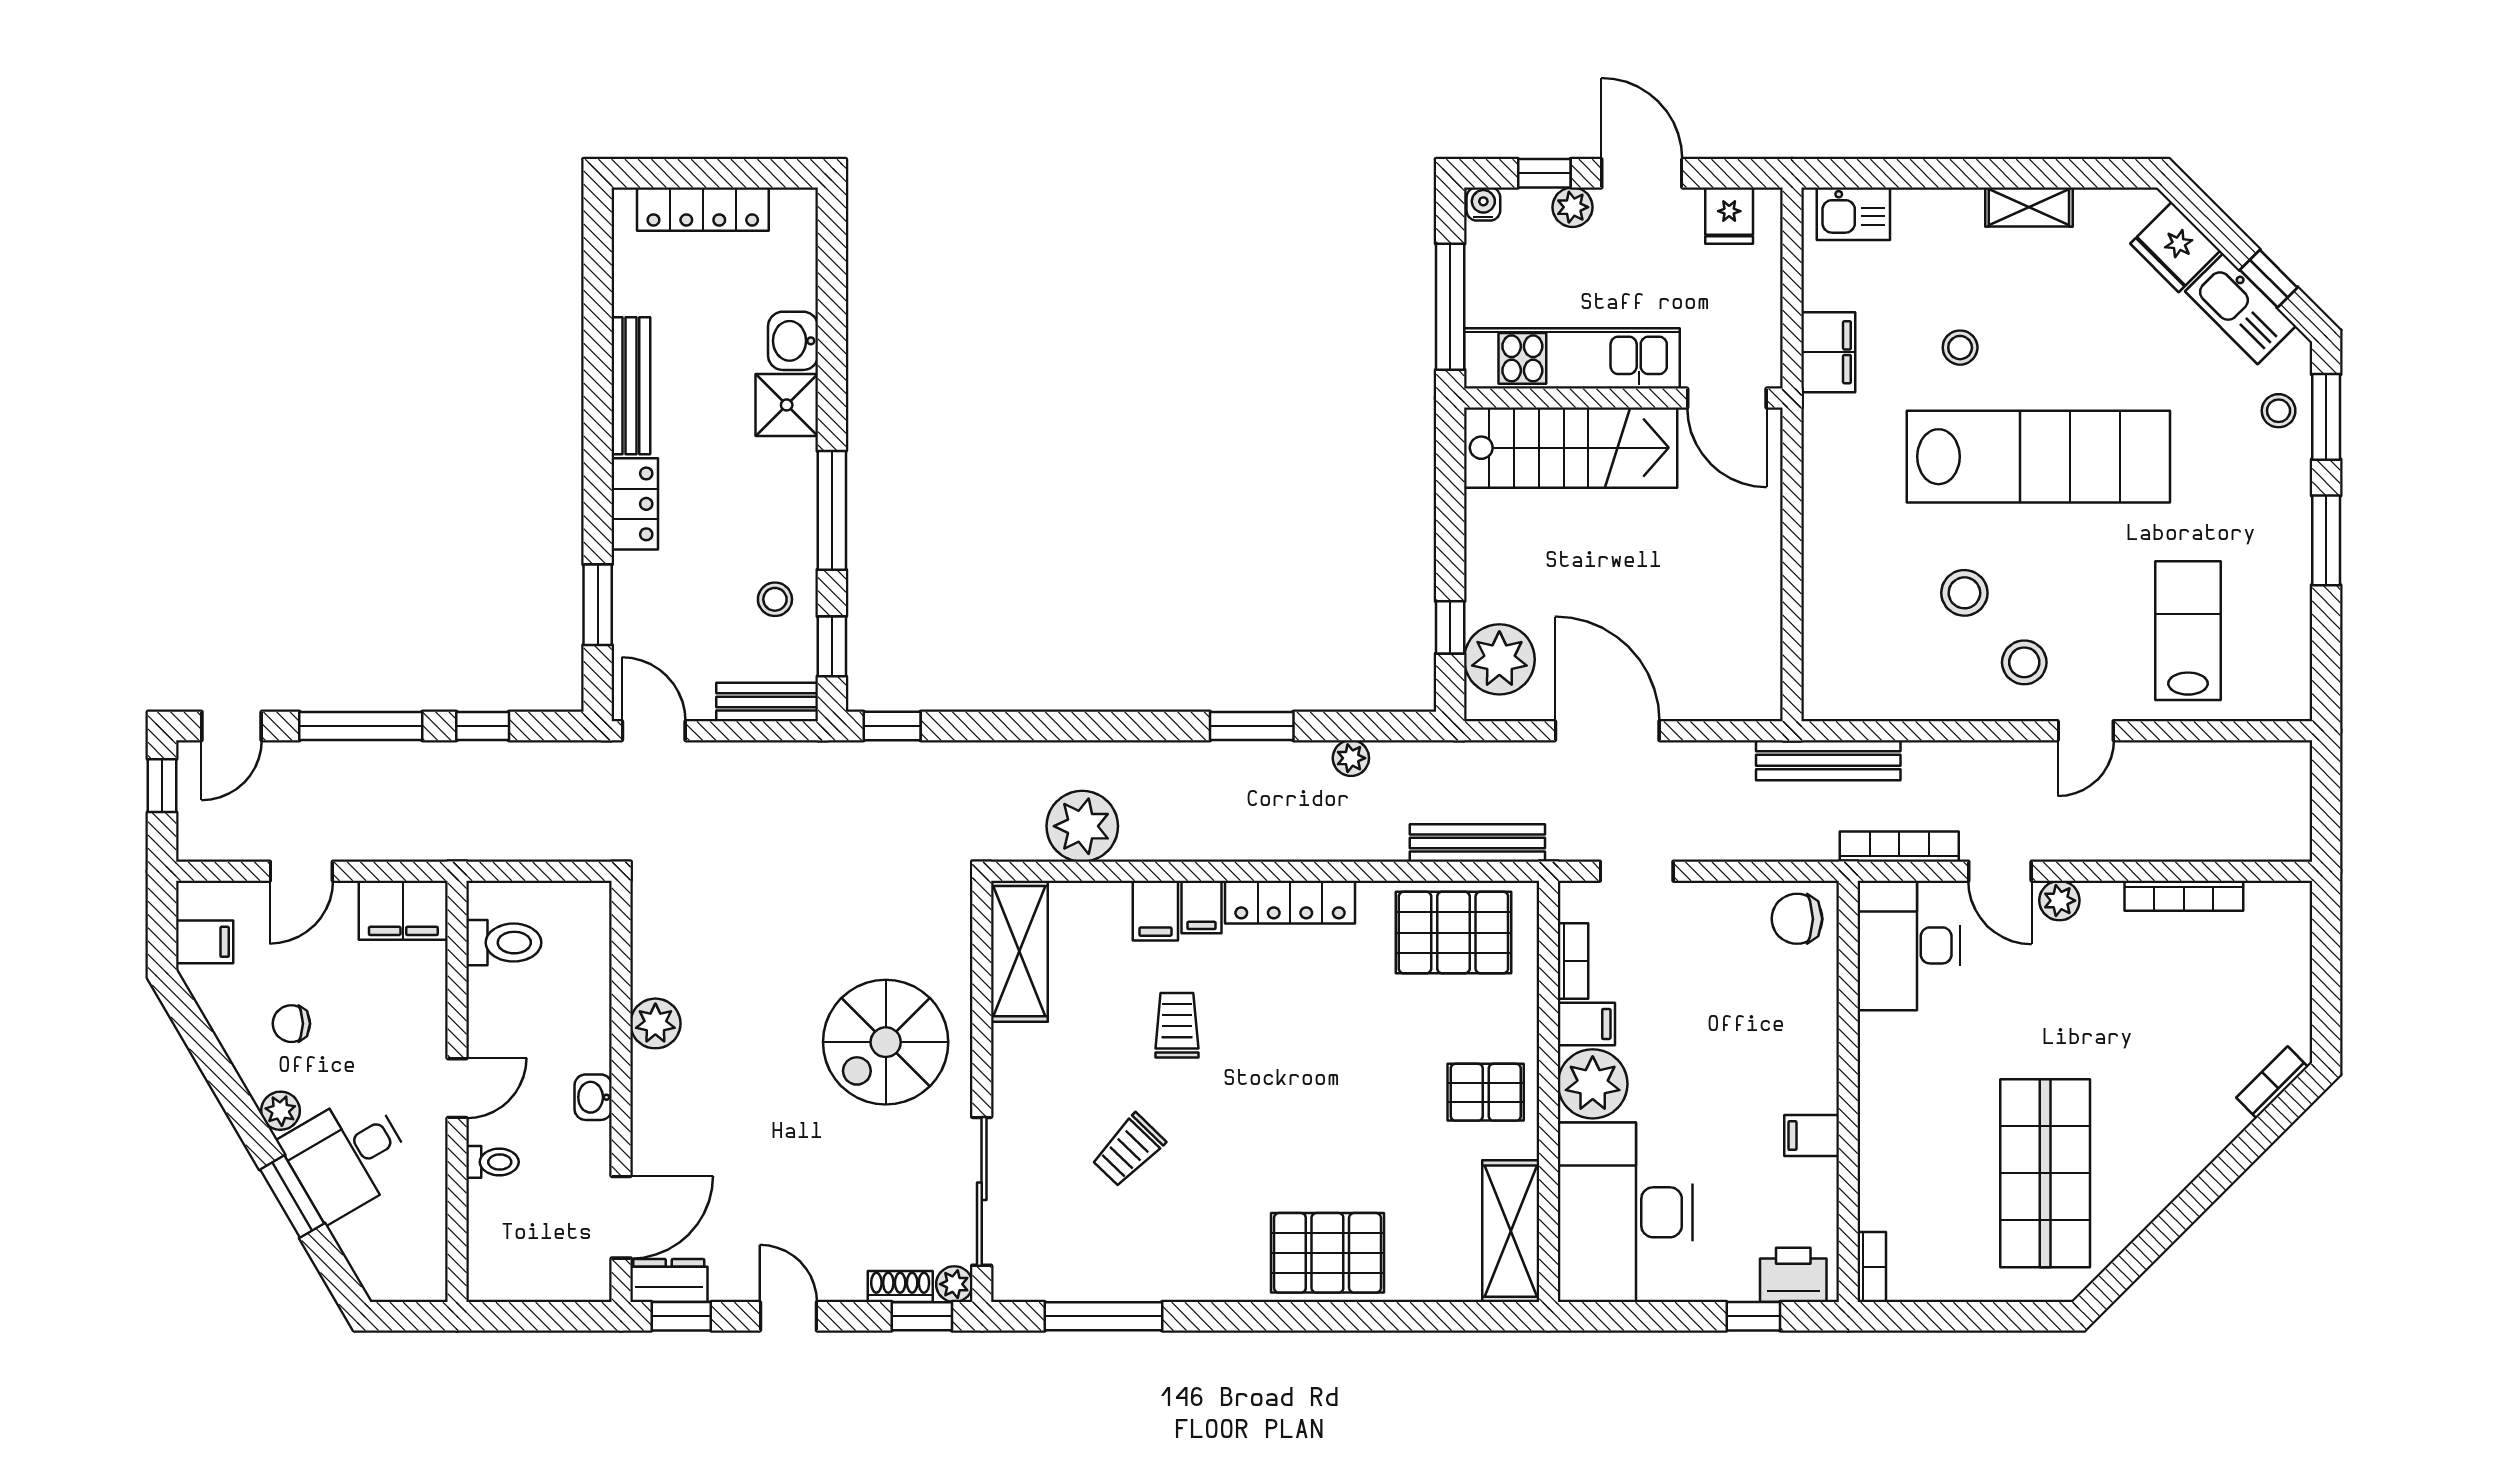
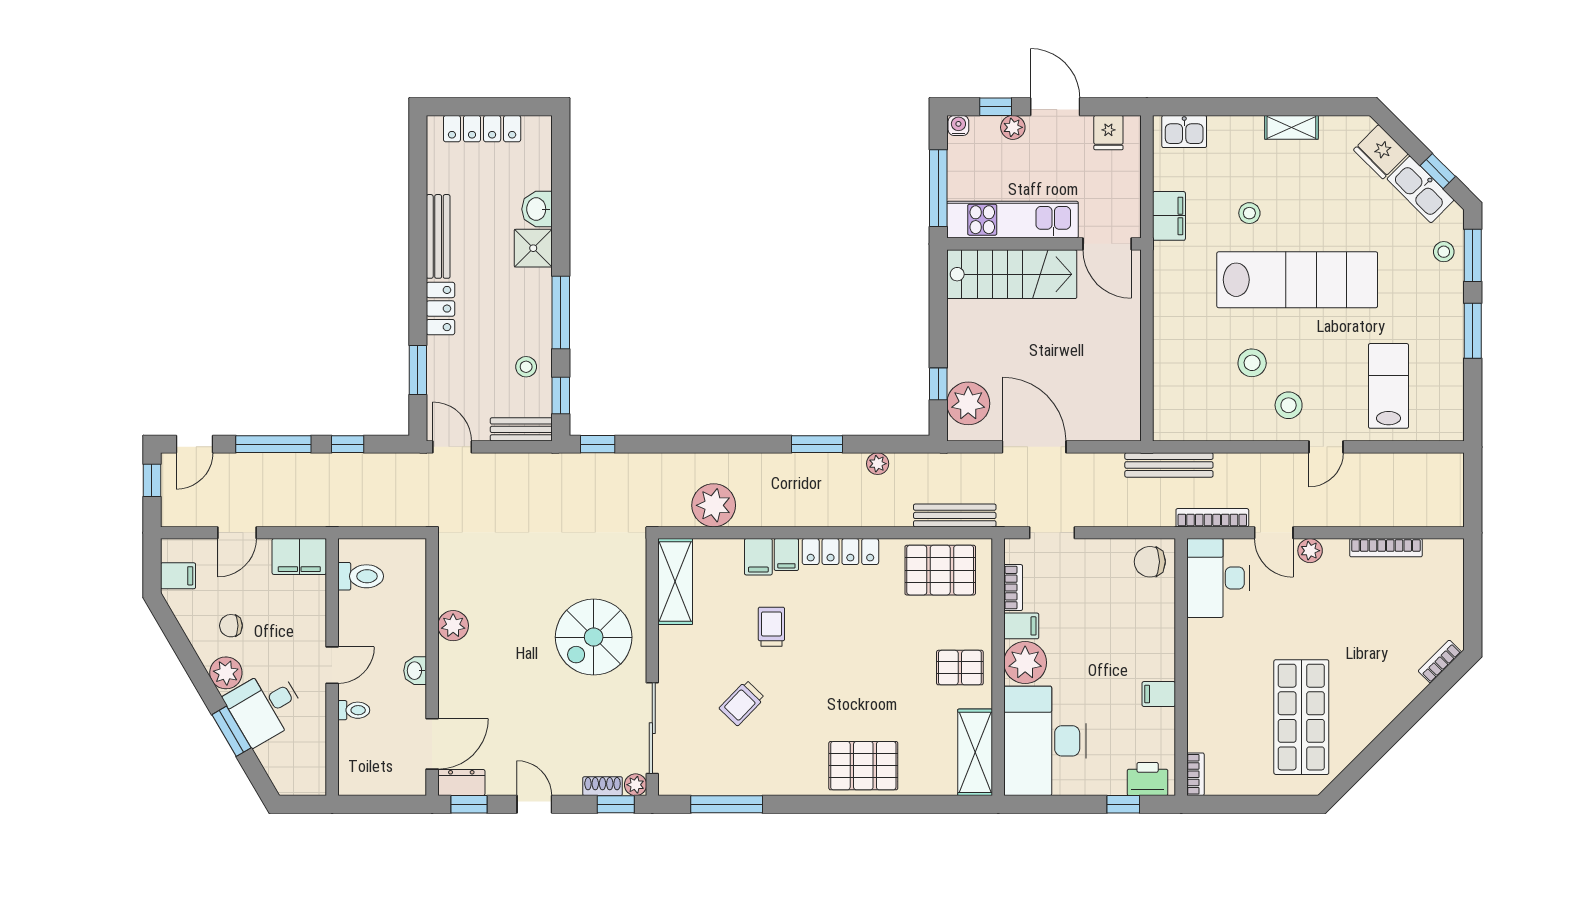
plant: (281, 1111) -> (226, 673), width x1.38, depth x1.38

